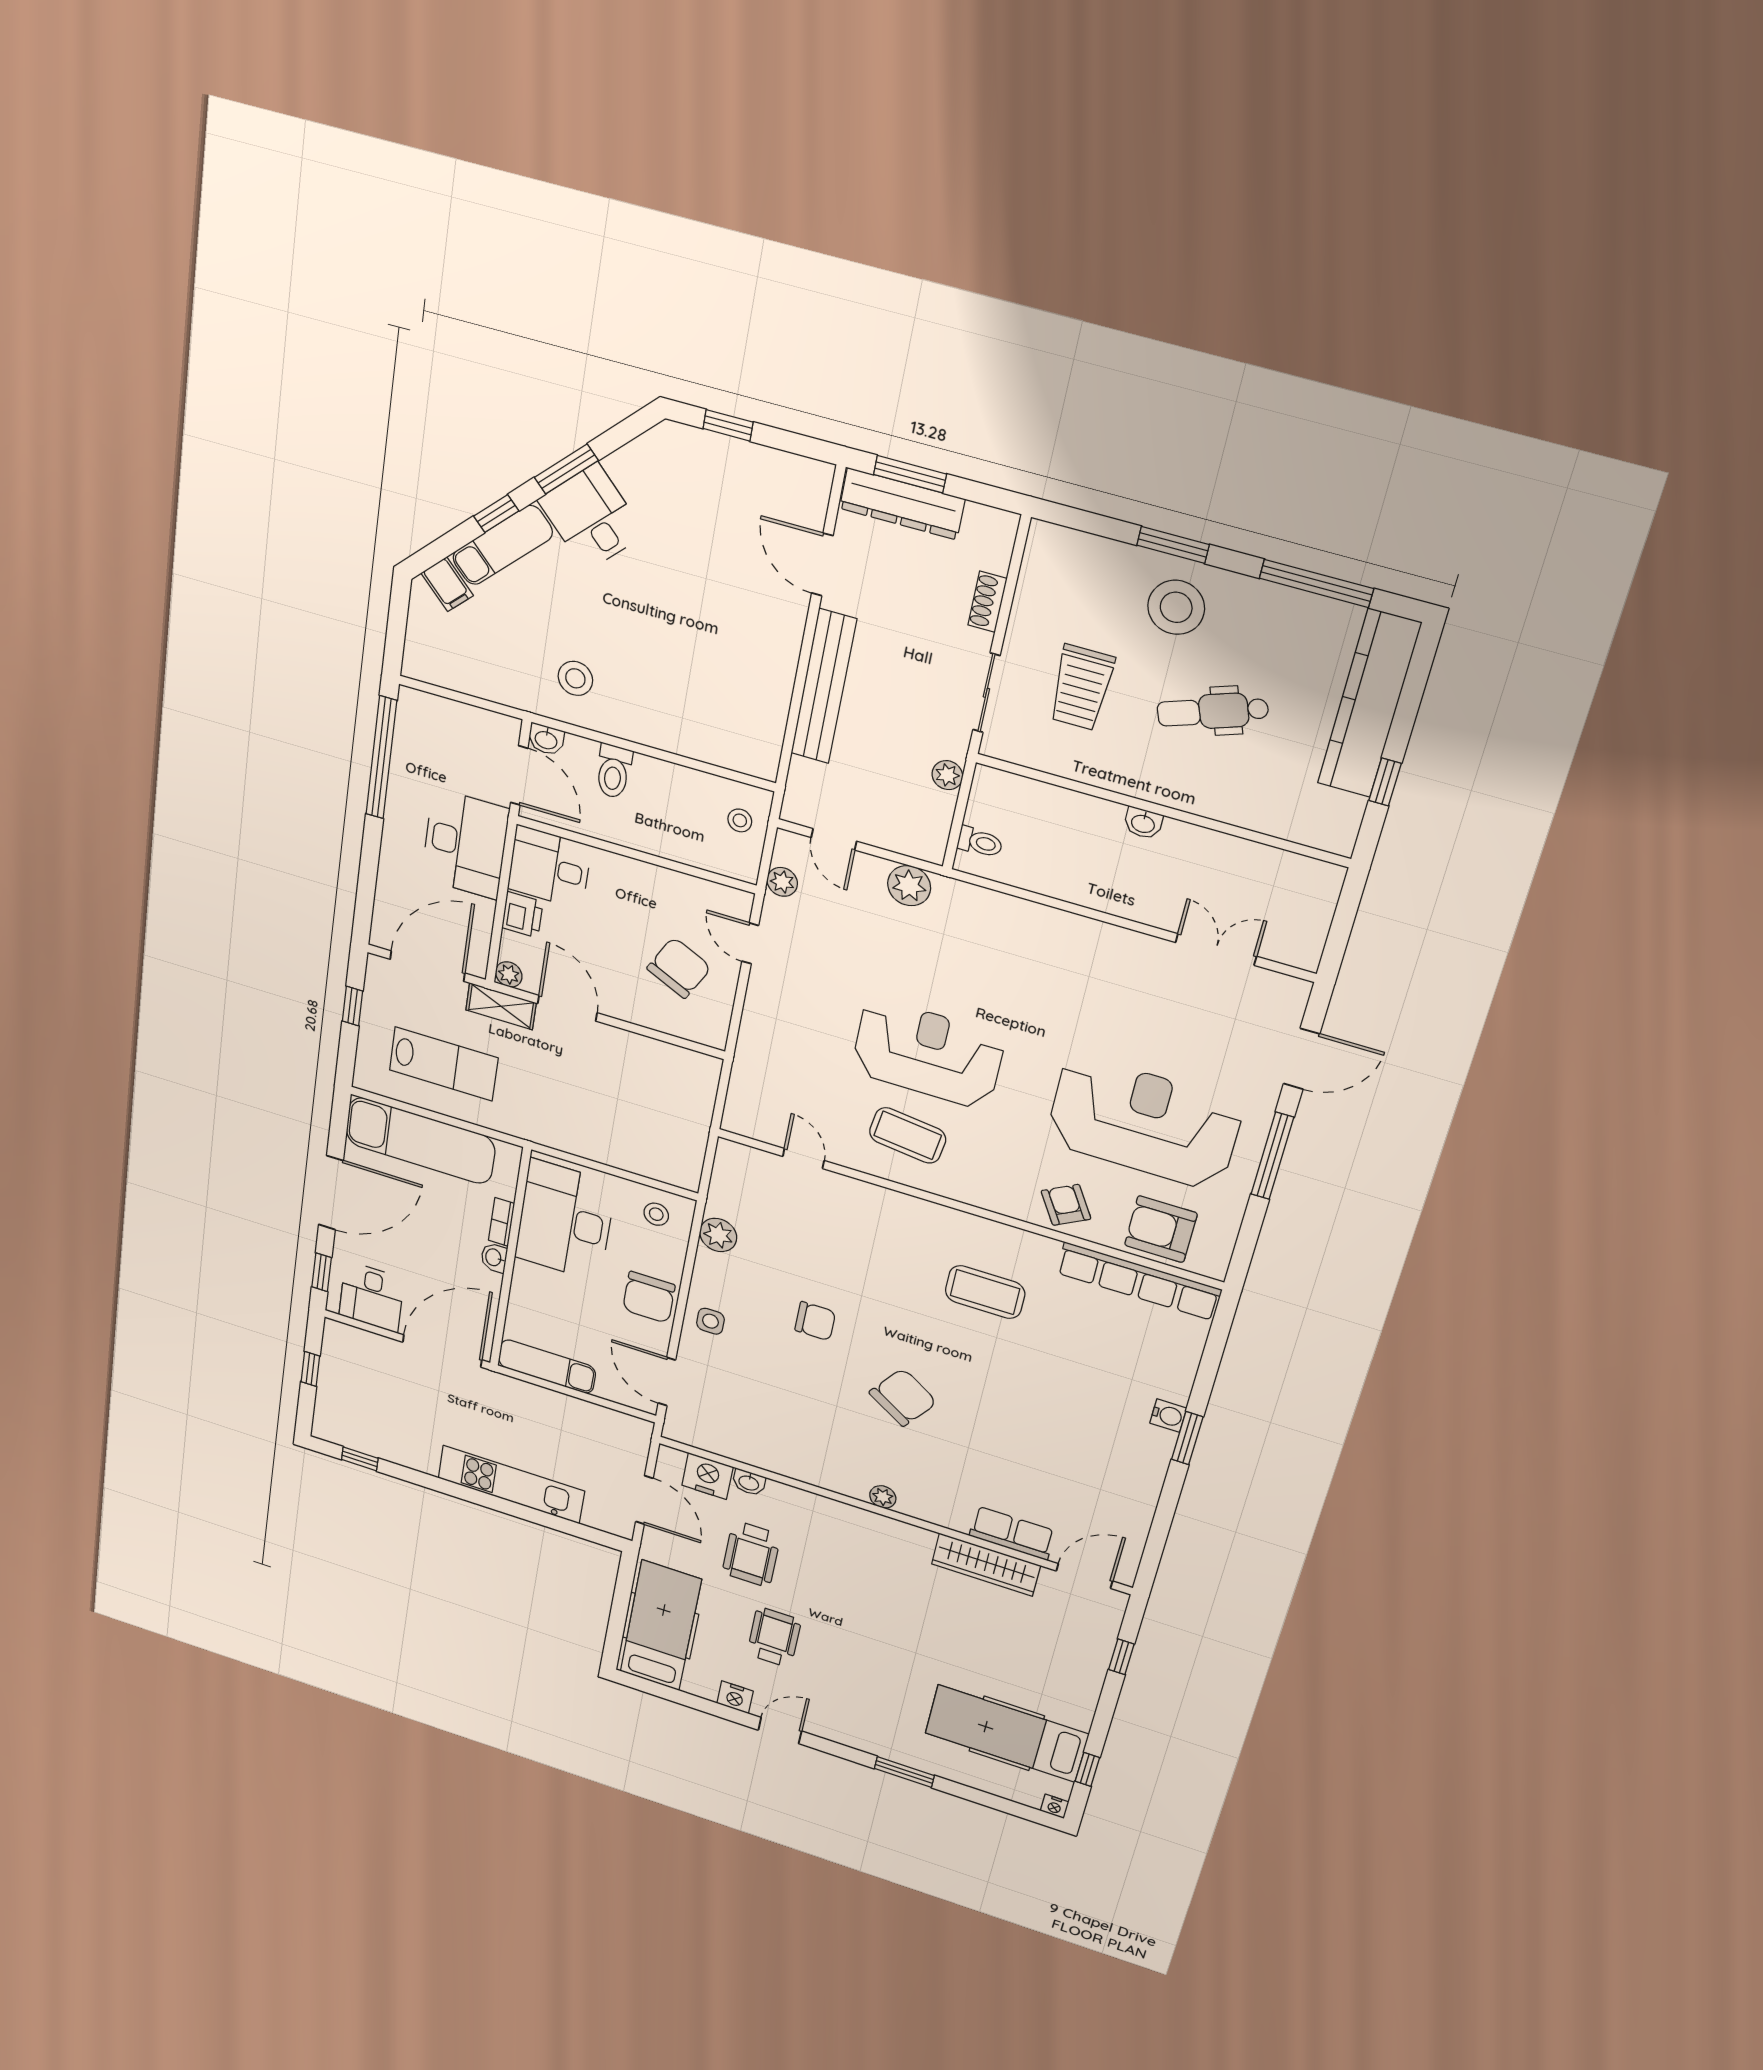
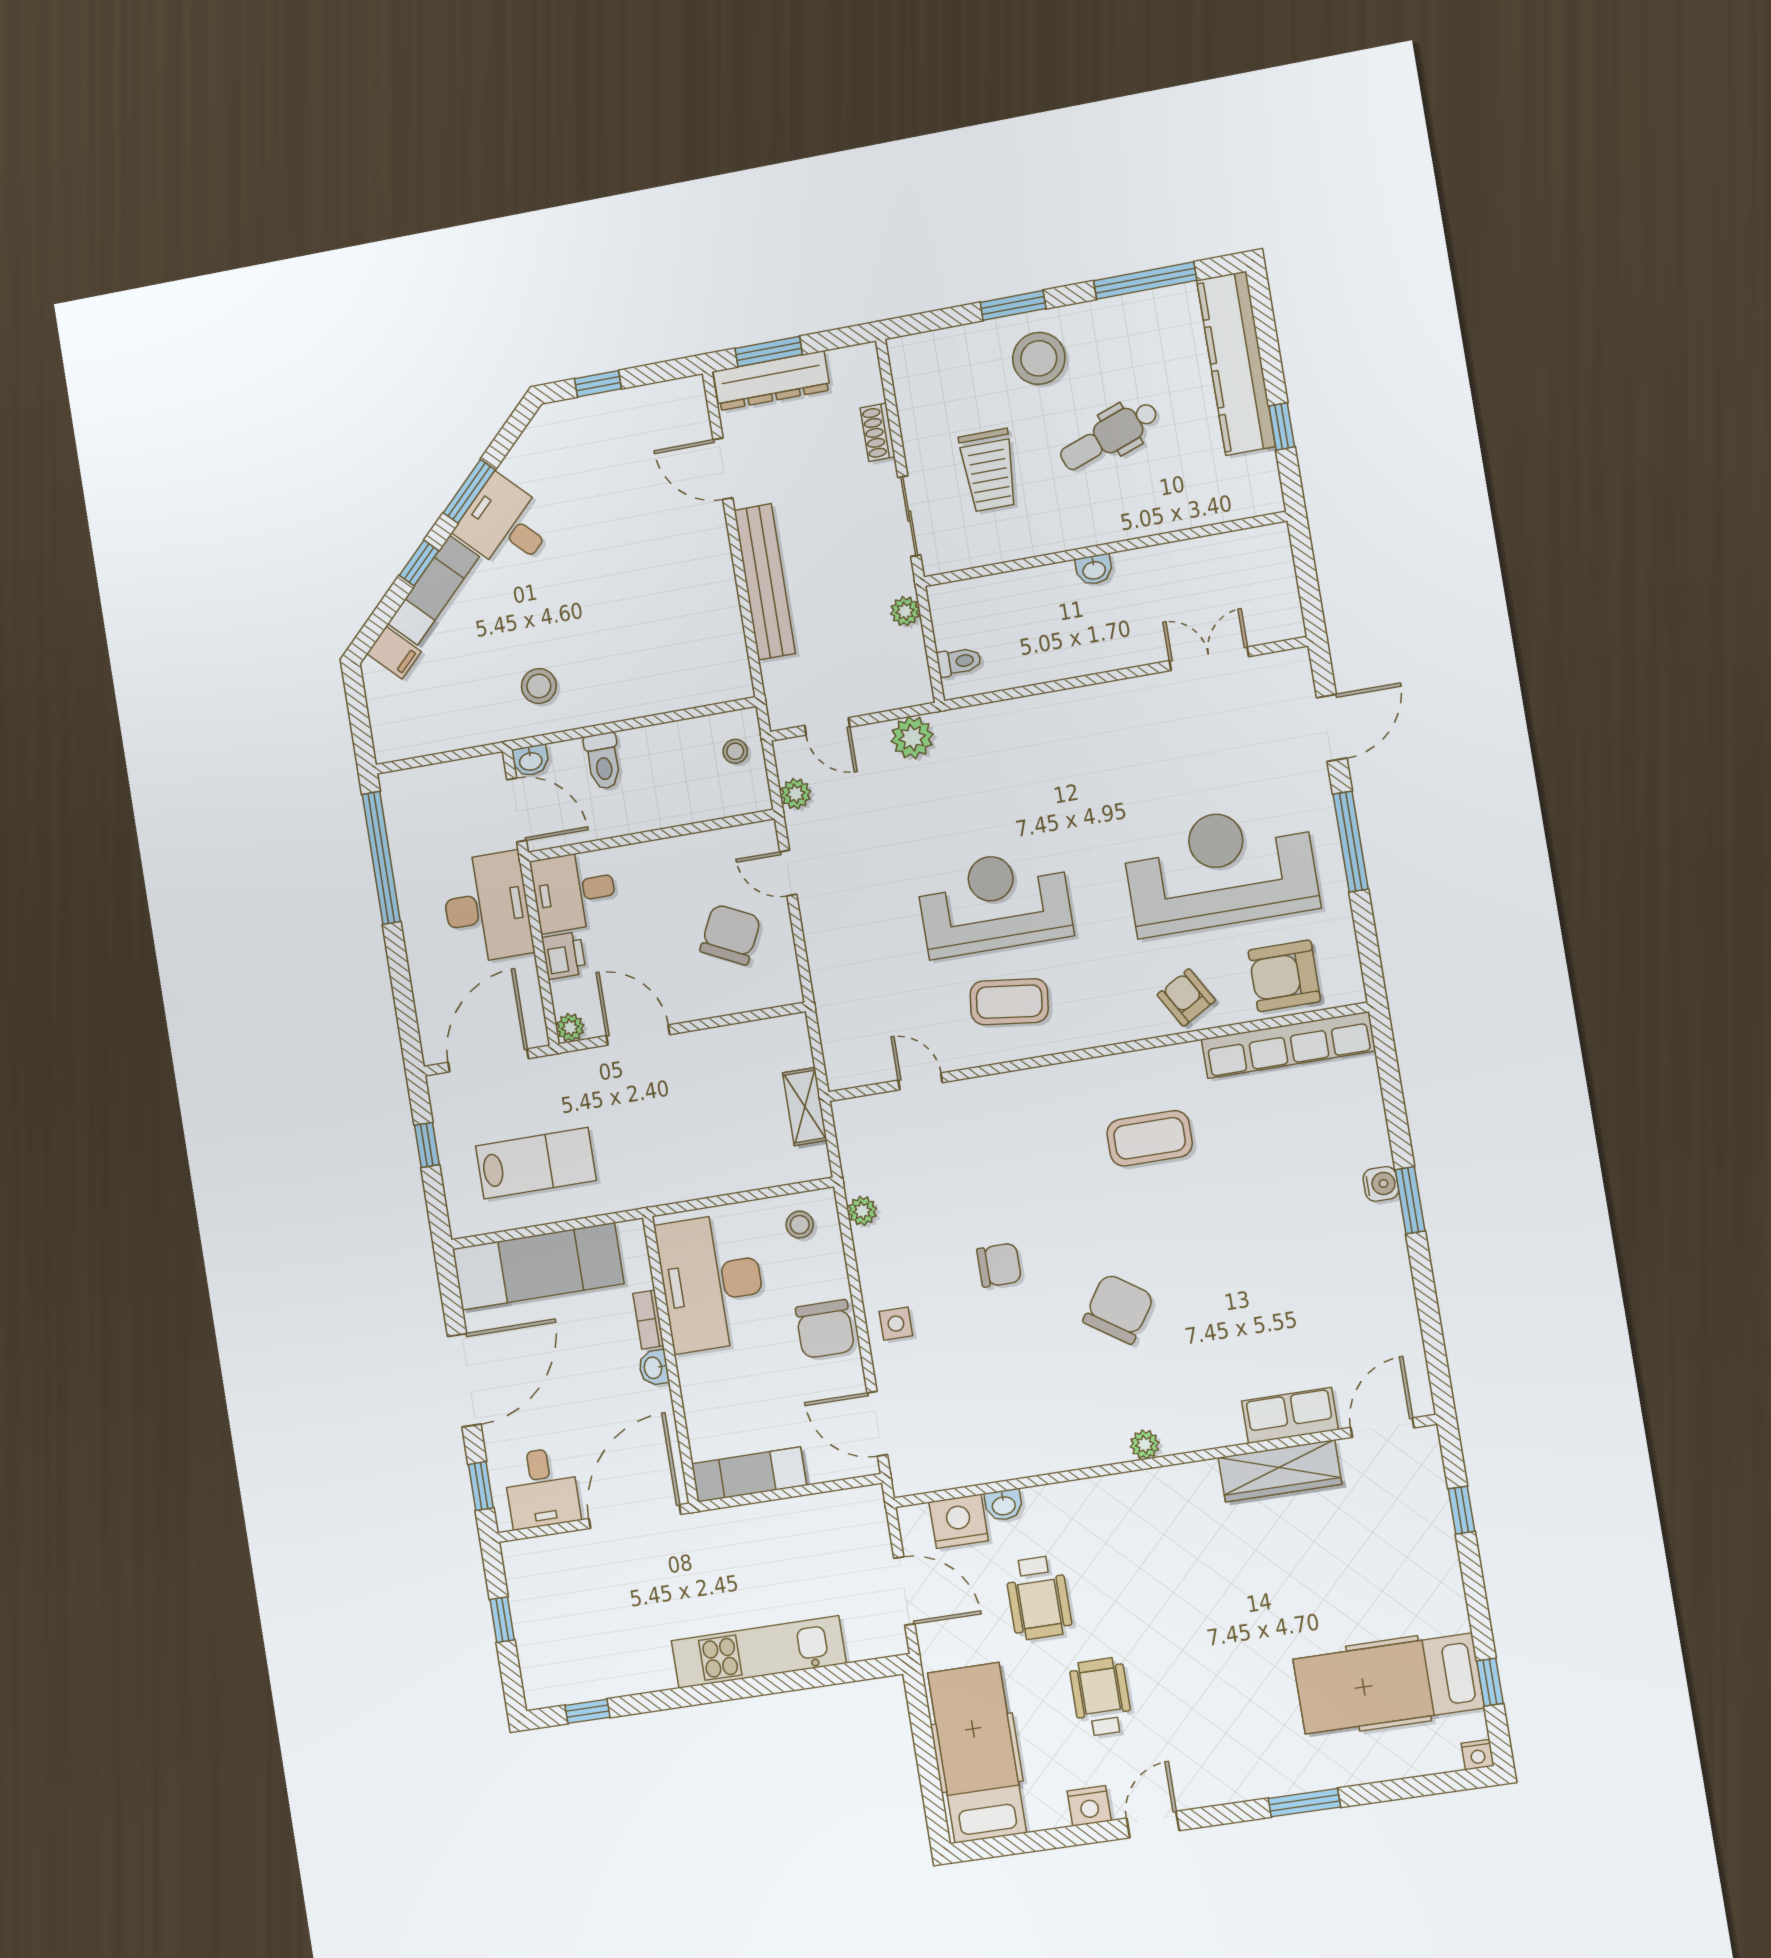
shelving: (501, 1006) -> (805, 1107), moved, turned 90
plant: (718, 1235) -> (862, 1211), width x0.73, depth x0.73

